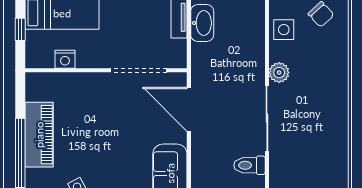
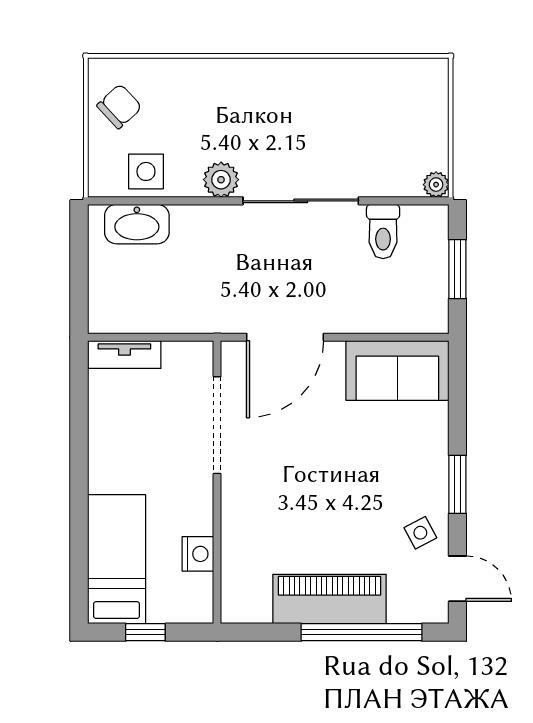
washbasin: (202, 23) -> (137, 224), moved, turned 180

